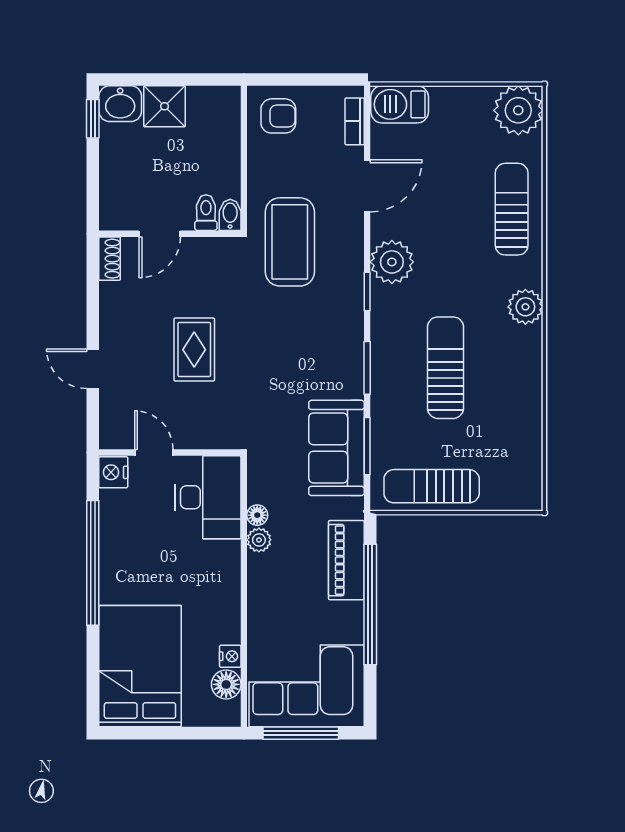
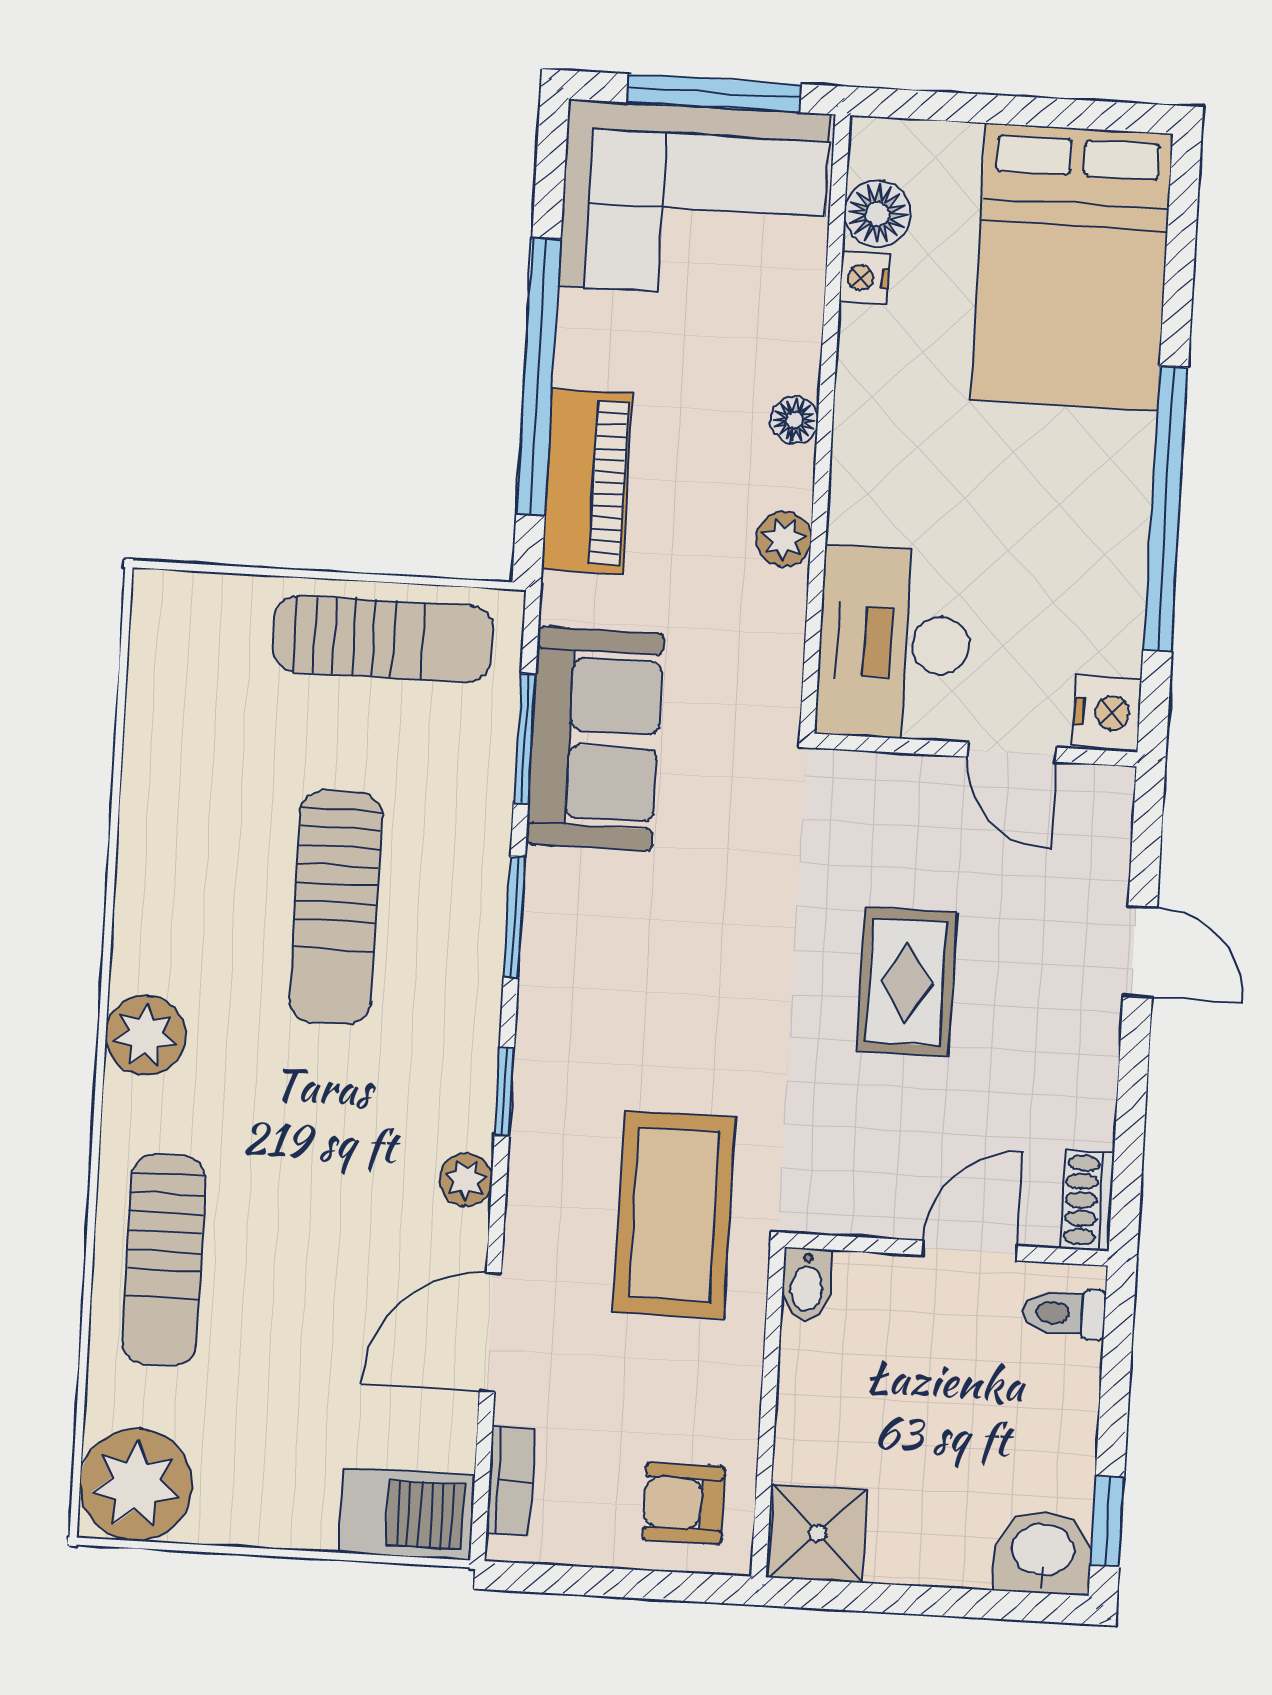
shower: (165, 106) -> (818, 1533), moved
toilet: (206, 213) -> (1064, 1313), moved, turned 90
plant: (392, 262) -> (466, 1180), width x0.53, depth x0.53
floor lamp: (257, 515) -> (795, 420), moved

